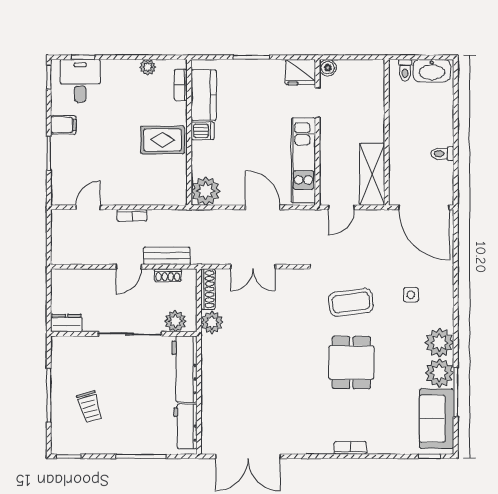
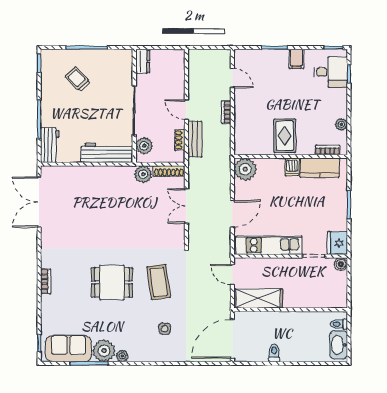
plant: (439, 343) -> (122, 356), width x0.53, depth x0.53
trolley: (90, 407) -> (78, 79), turned 62
workbench: (185, 426) -> (50, 145), moved, turned 90

